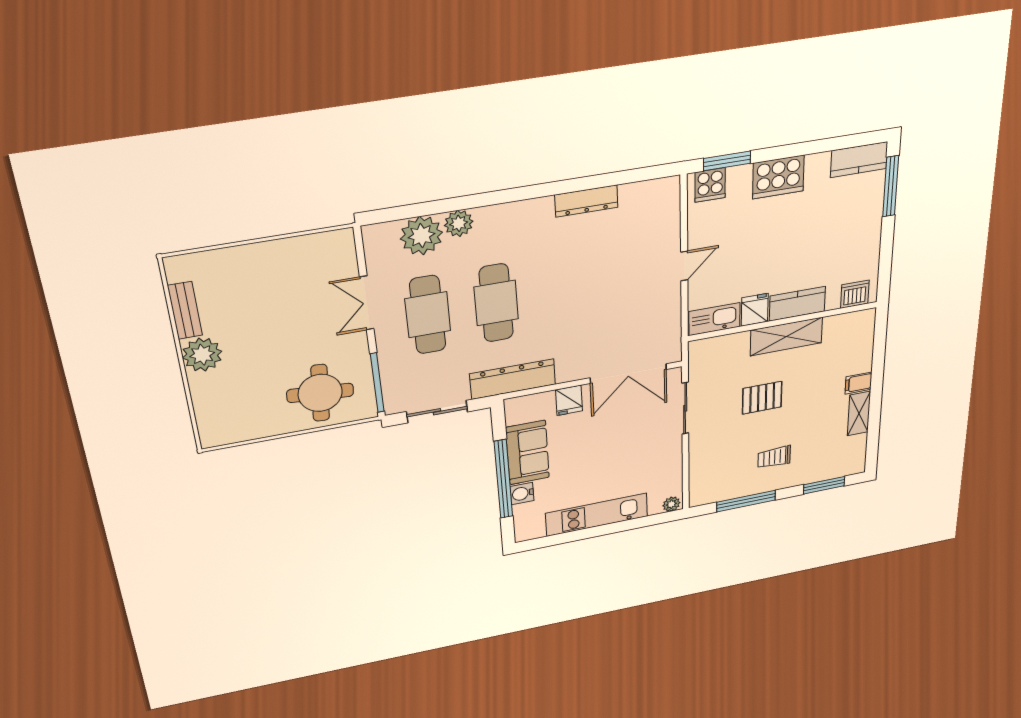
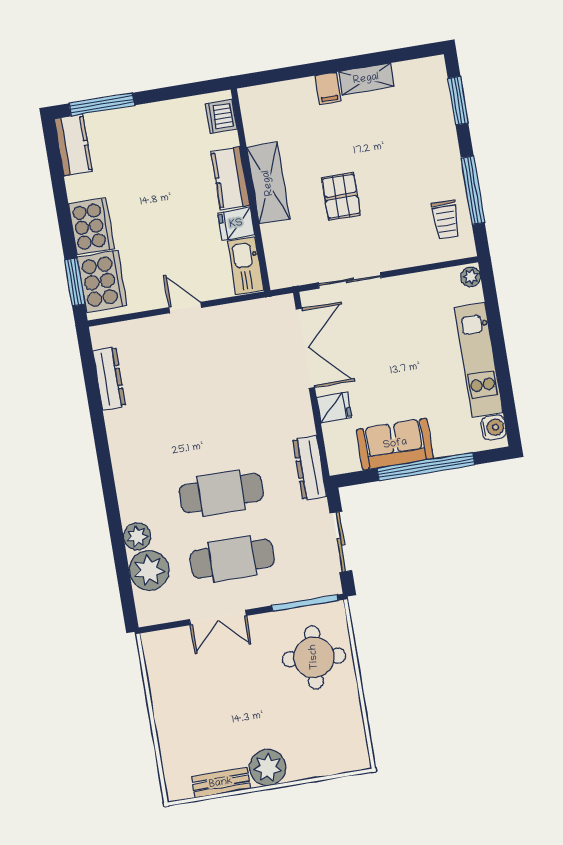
cooker: (710, 185) -> (102, 281), width x1.87, depth x1.31
dresser: (586, 201) -> (109, 378), moved
dresser: (513, 379) -> (310, 468), width x0.73, depth x0.80
trolley: (774, 457) -> (446, 220), moved
water cooler: (522, 494) -> (494, 427), moved, turned -90

